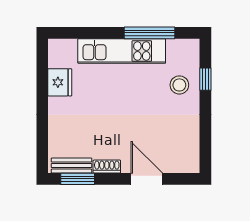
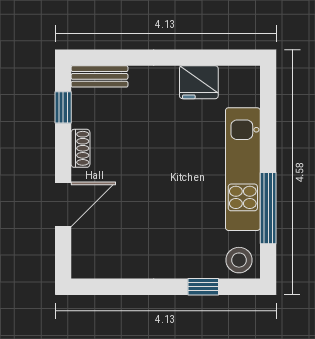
stool: (179, 85) -> (239, 260), moved
bench: (72, 166) -> (99, 76), moved, turned 90
window: (78, 179) -> (63, 107), width x0.67

